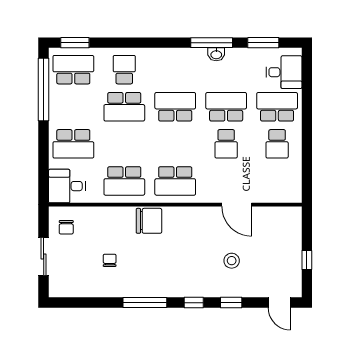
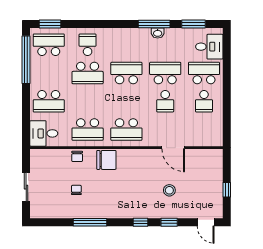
chair: (66, 227) -> (77, 156), moved
window: (145, 303) -> (90, 222), moved

